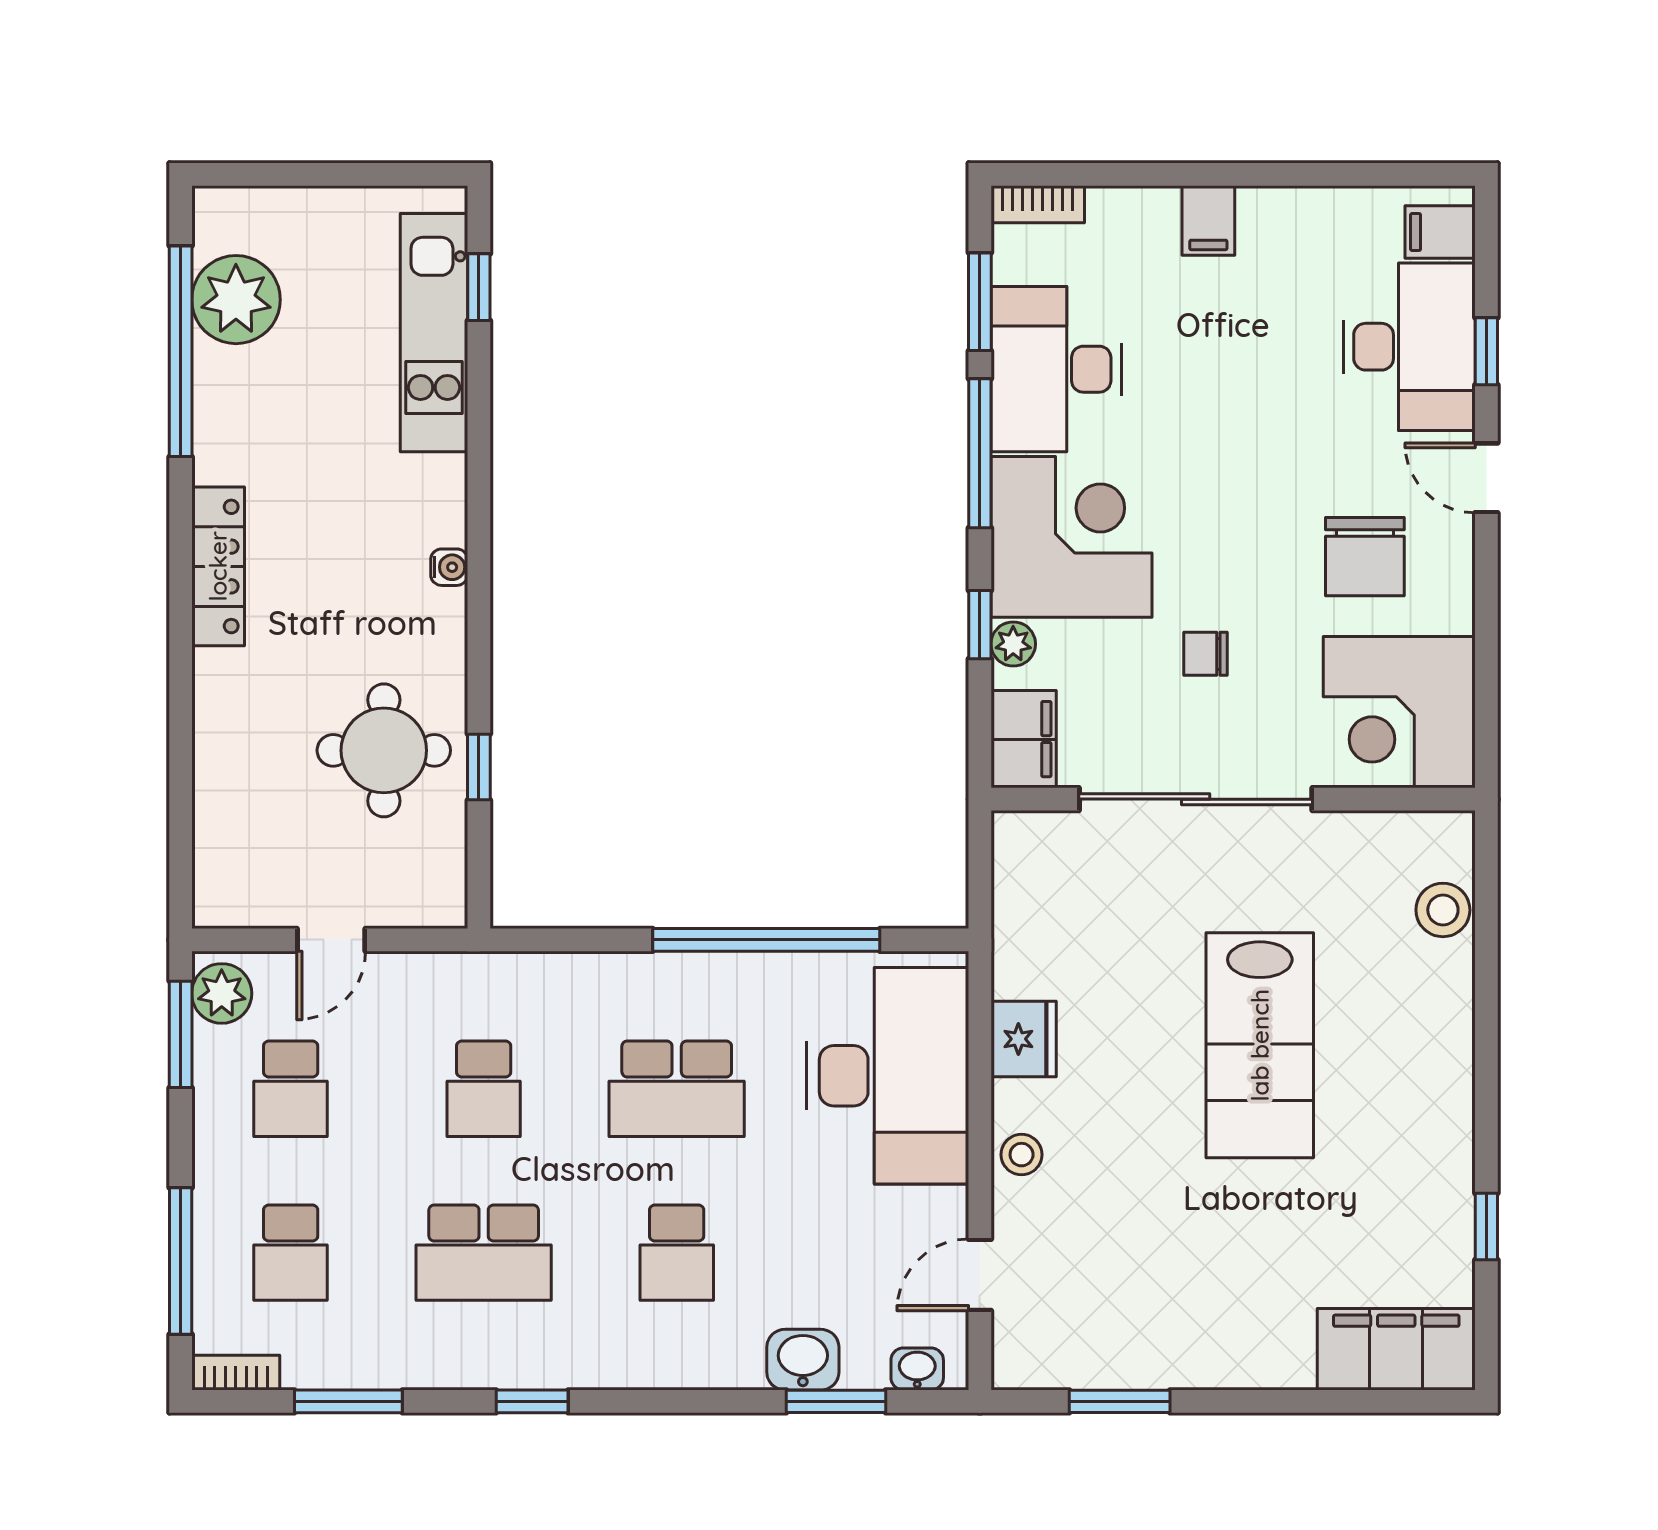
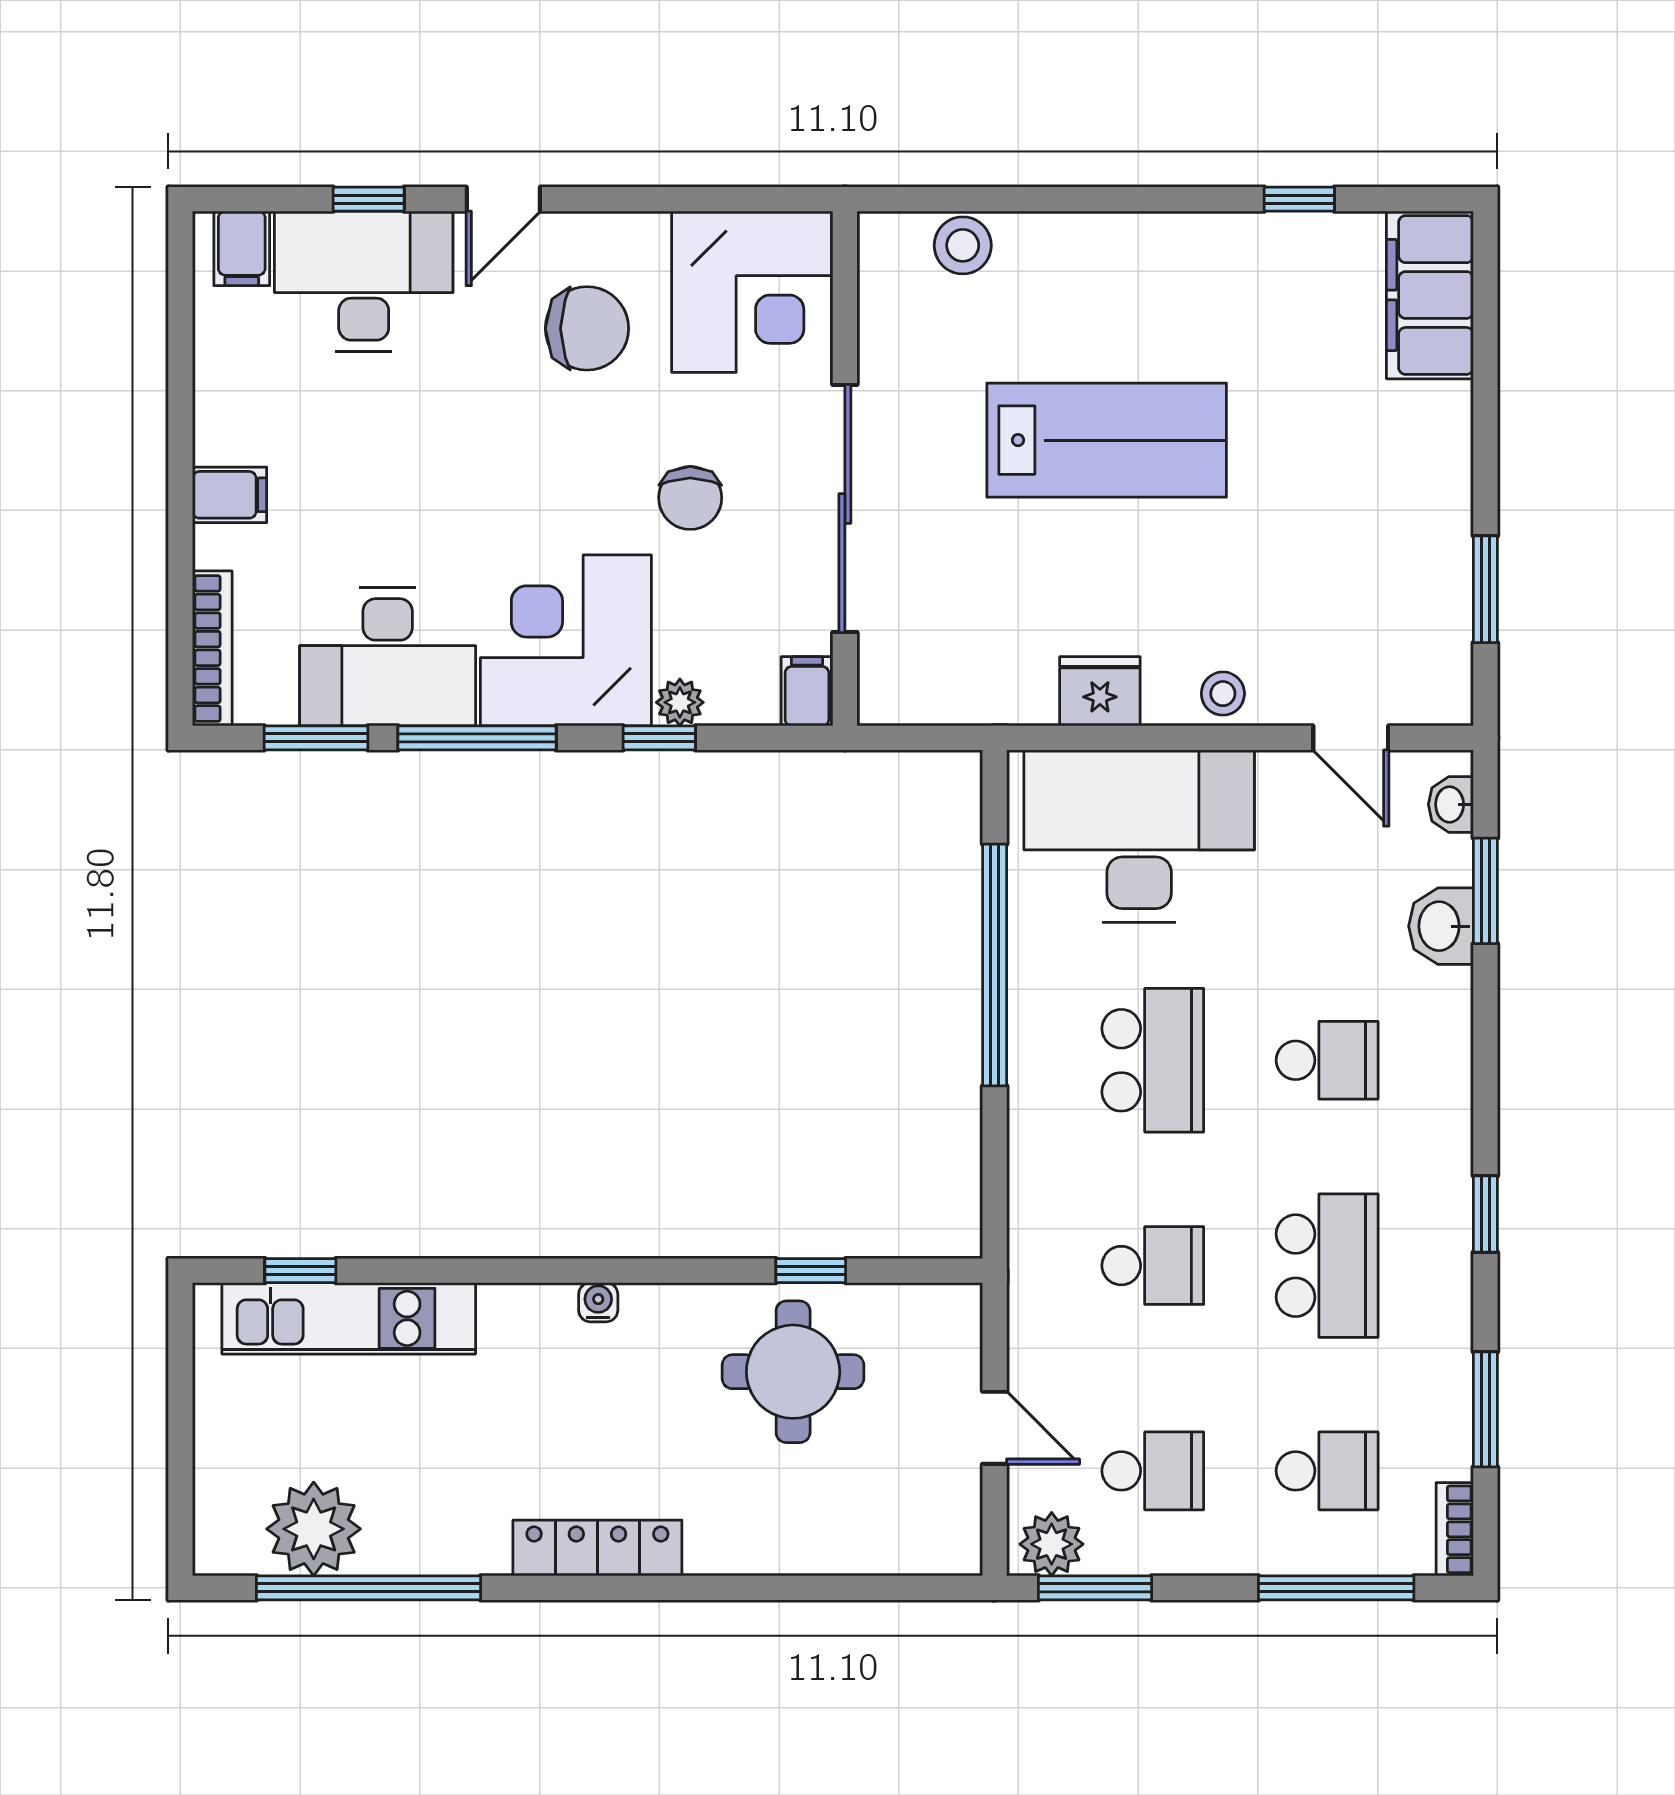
bookcase: (1038, 204) -> (212, 648), width x1.56
chair: (1205, 654) -> (690, 498), width x1.37, depth x1.37
filing cabinet: (1024, 739) -> (807, 691), width x0.50

